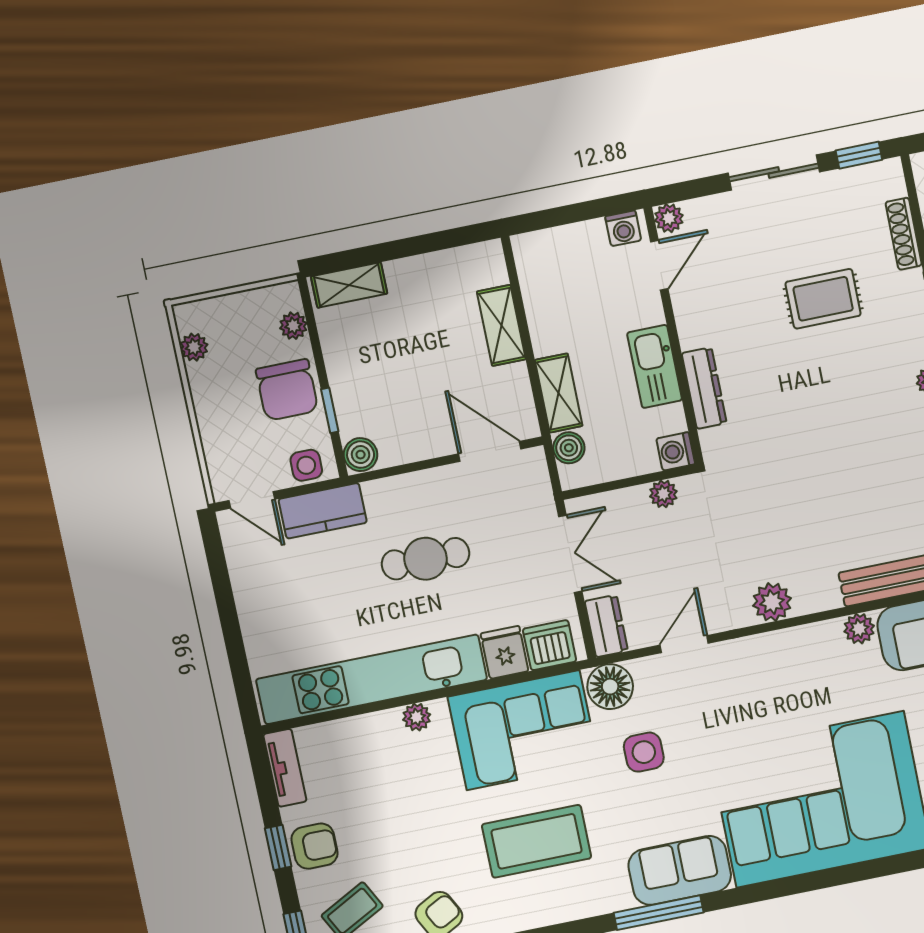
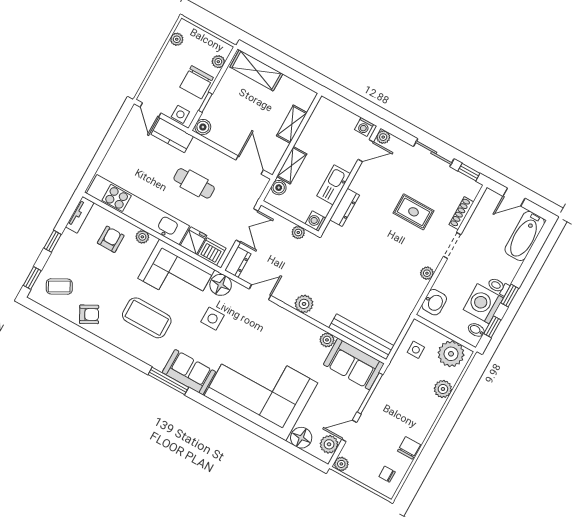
shelving: (349, 285) -> (256, 70), width x1.50, depth x1.33
armchair: (315, 846) -> (111, 239), moved, turned -90

